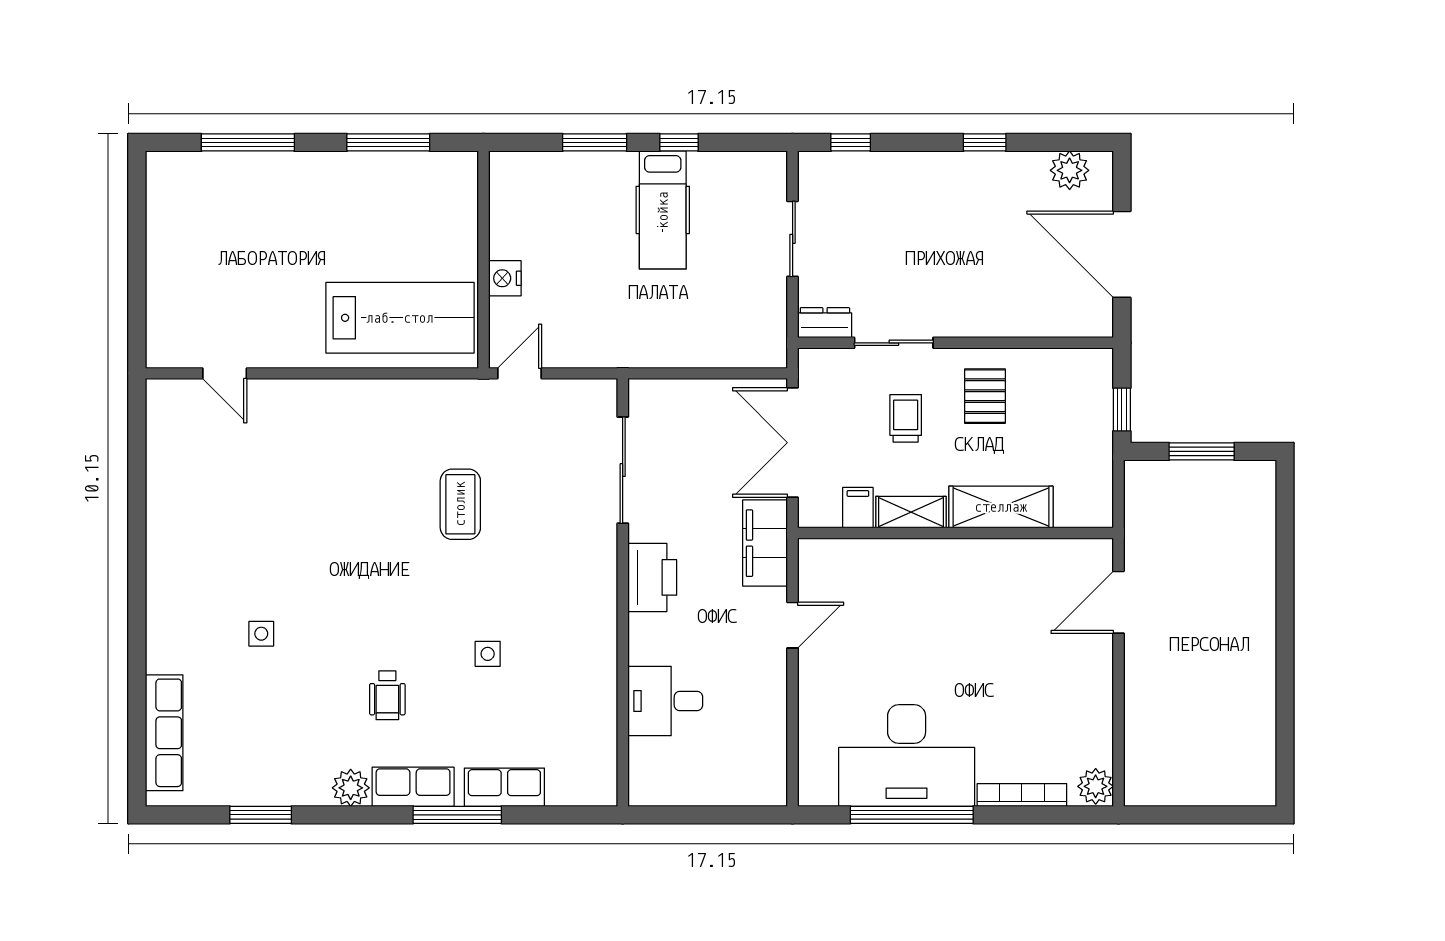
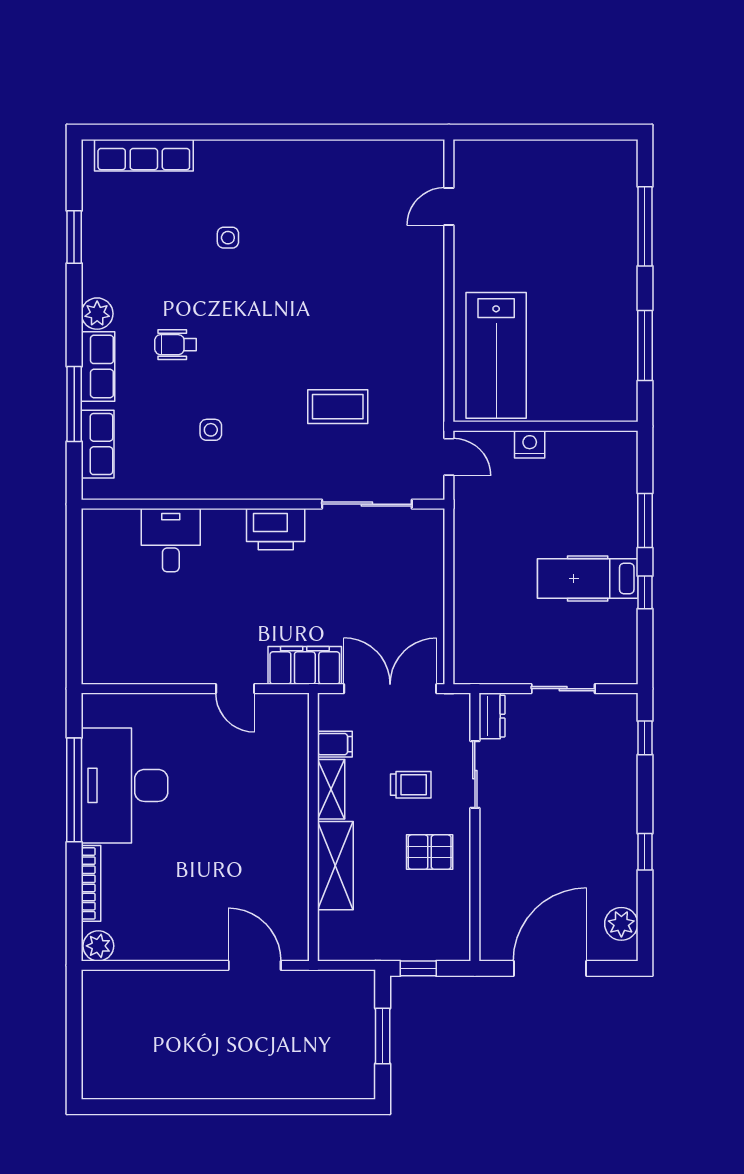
sliding door: (623, 470) -> (367, 504), moved
printer: (652, 577) -> (276, 529), moved
wall: (623, 592) -> (263, 504), moved
desk: (665, 701) -> (171, 540), moved

